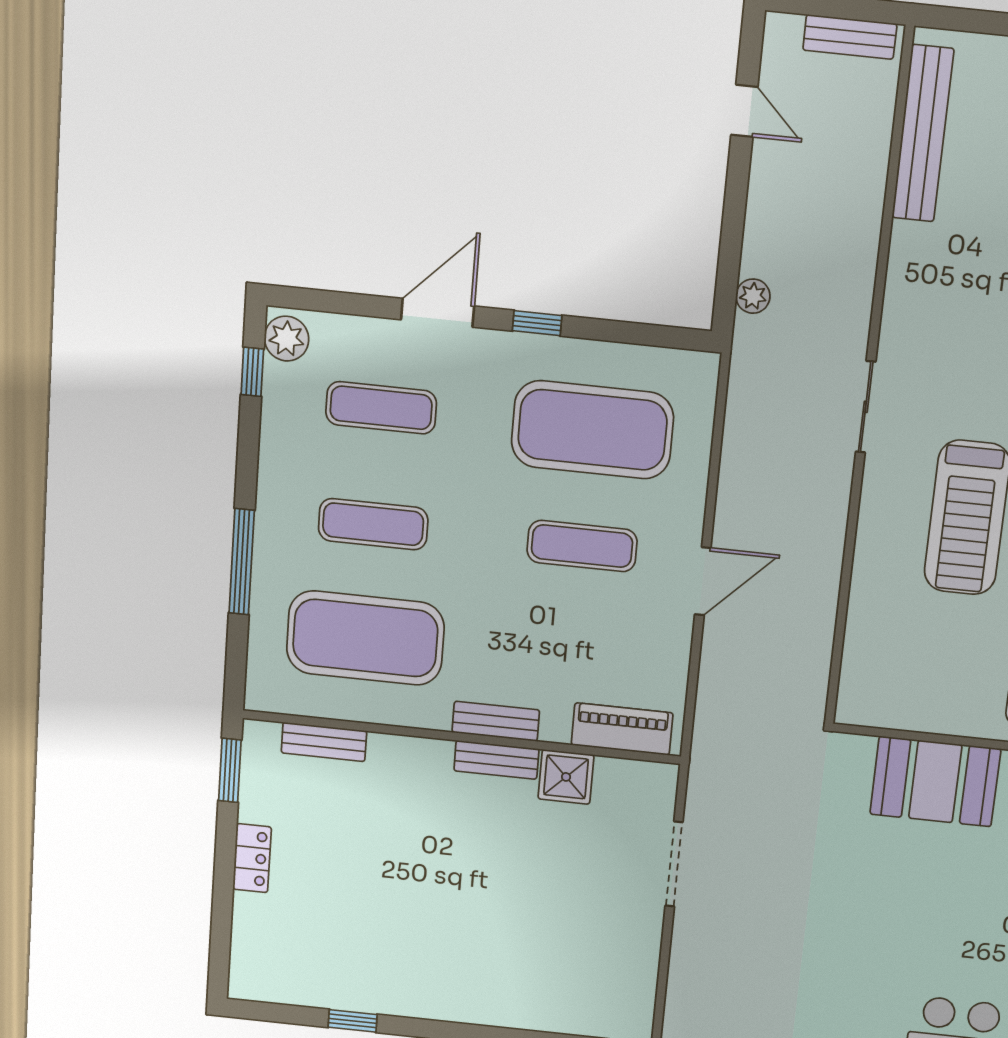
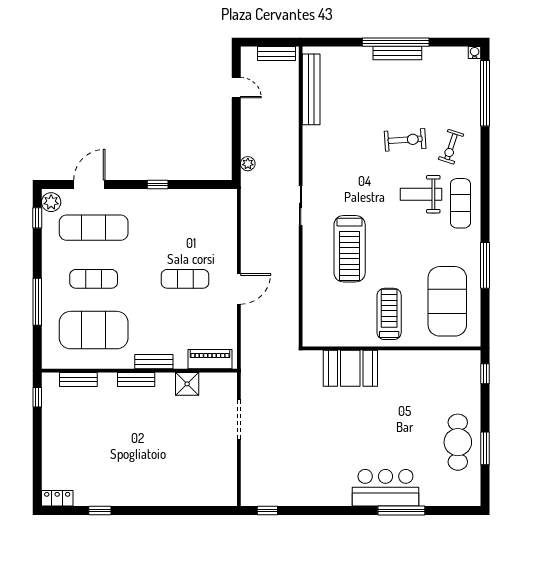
door: (438, 313) -> (89, 184), moved
exercise mat: (381, 408) -> (94, 228), width x1.36, depth x1.45
exercise mat: (592, 430) -> (185, 228), removed
bench: (496, 760) -> (136, 379), moved
window: (230, 770) -> (37, 397), width x0.67
locker: (252, 858) -> (57, 498), moved, turned -90

